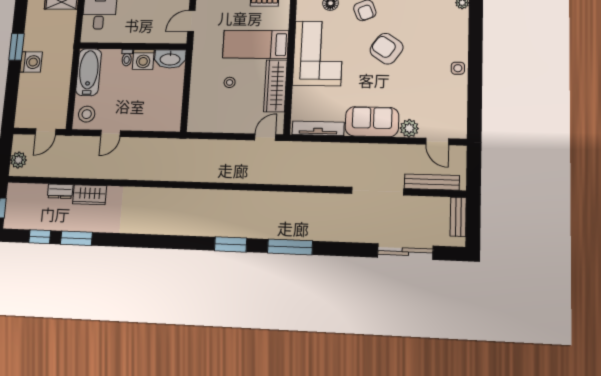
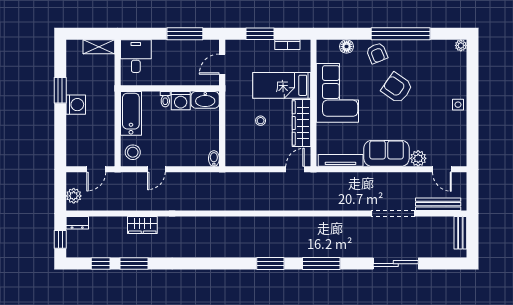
bidet: (175, 123) -> (214, 158), added
dresser: (60, 191) -> (77, 223), moved
sliding door: (405, 252) -> (396, 264), moved

